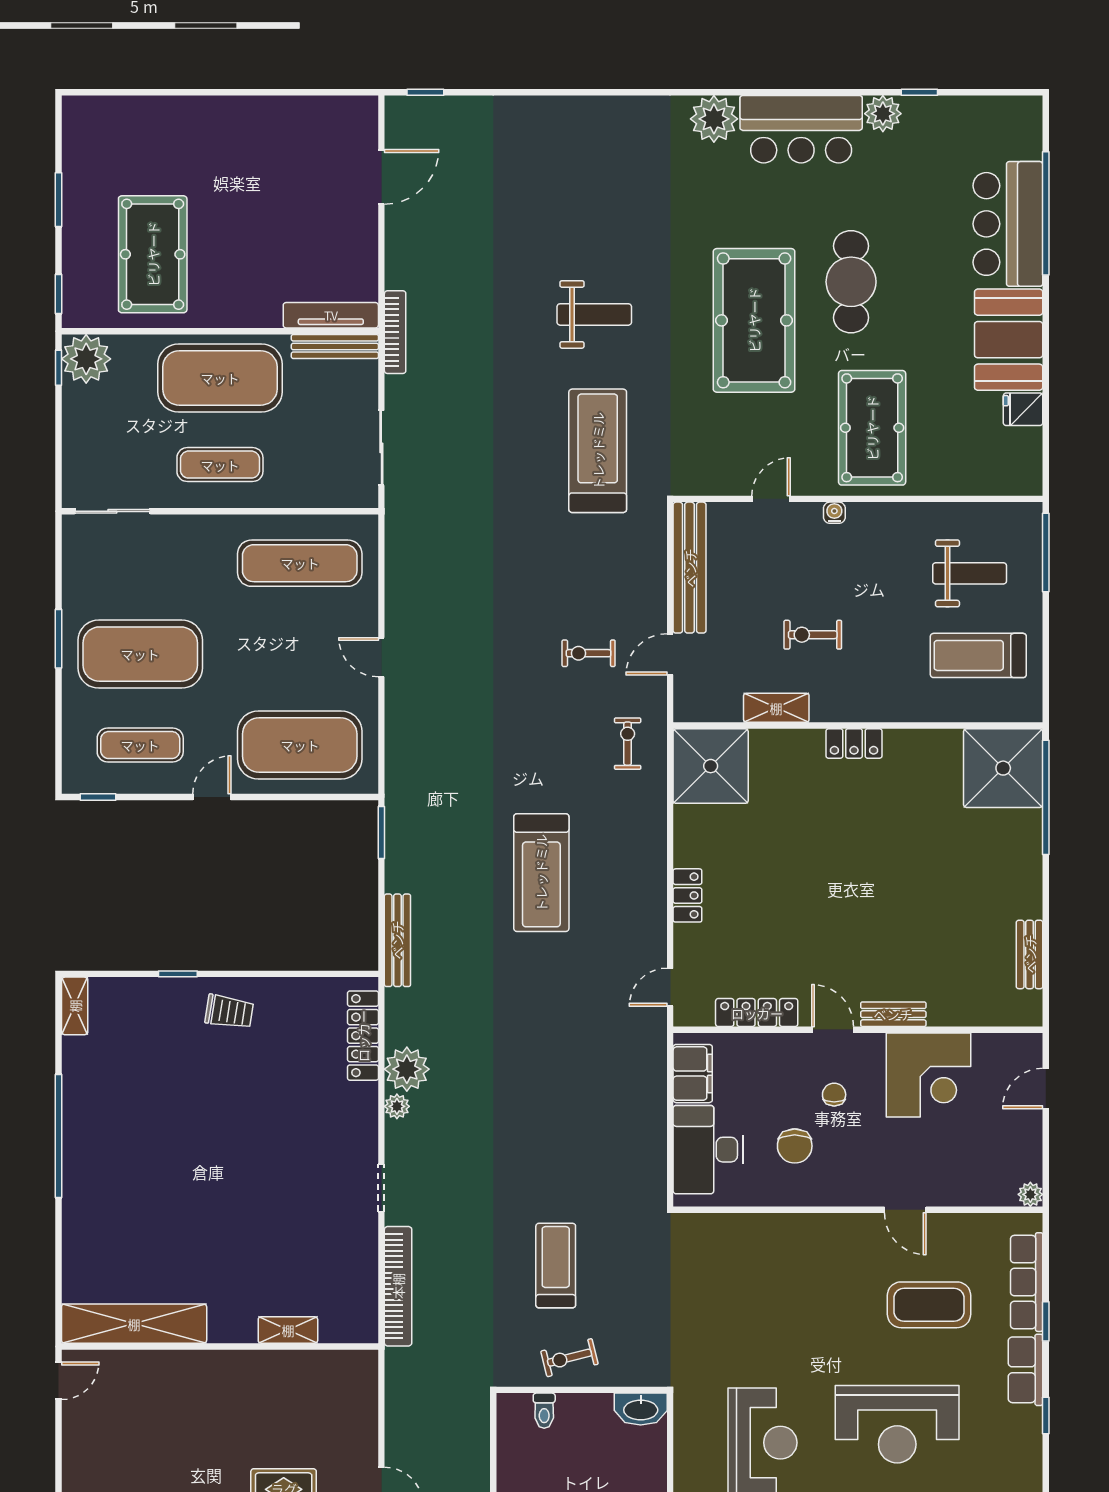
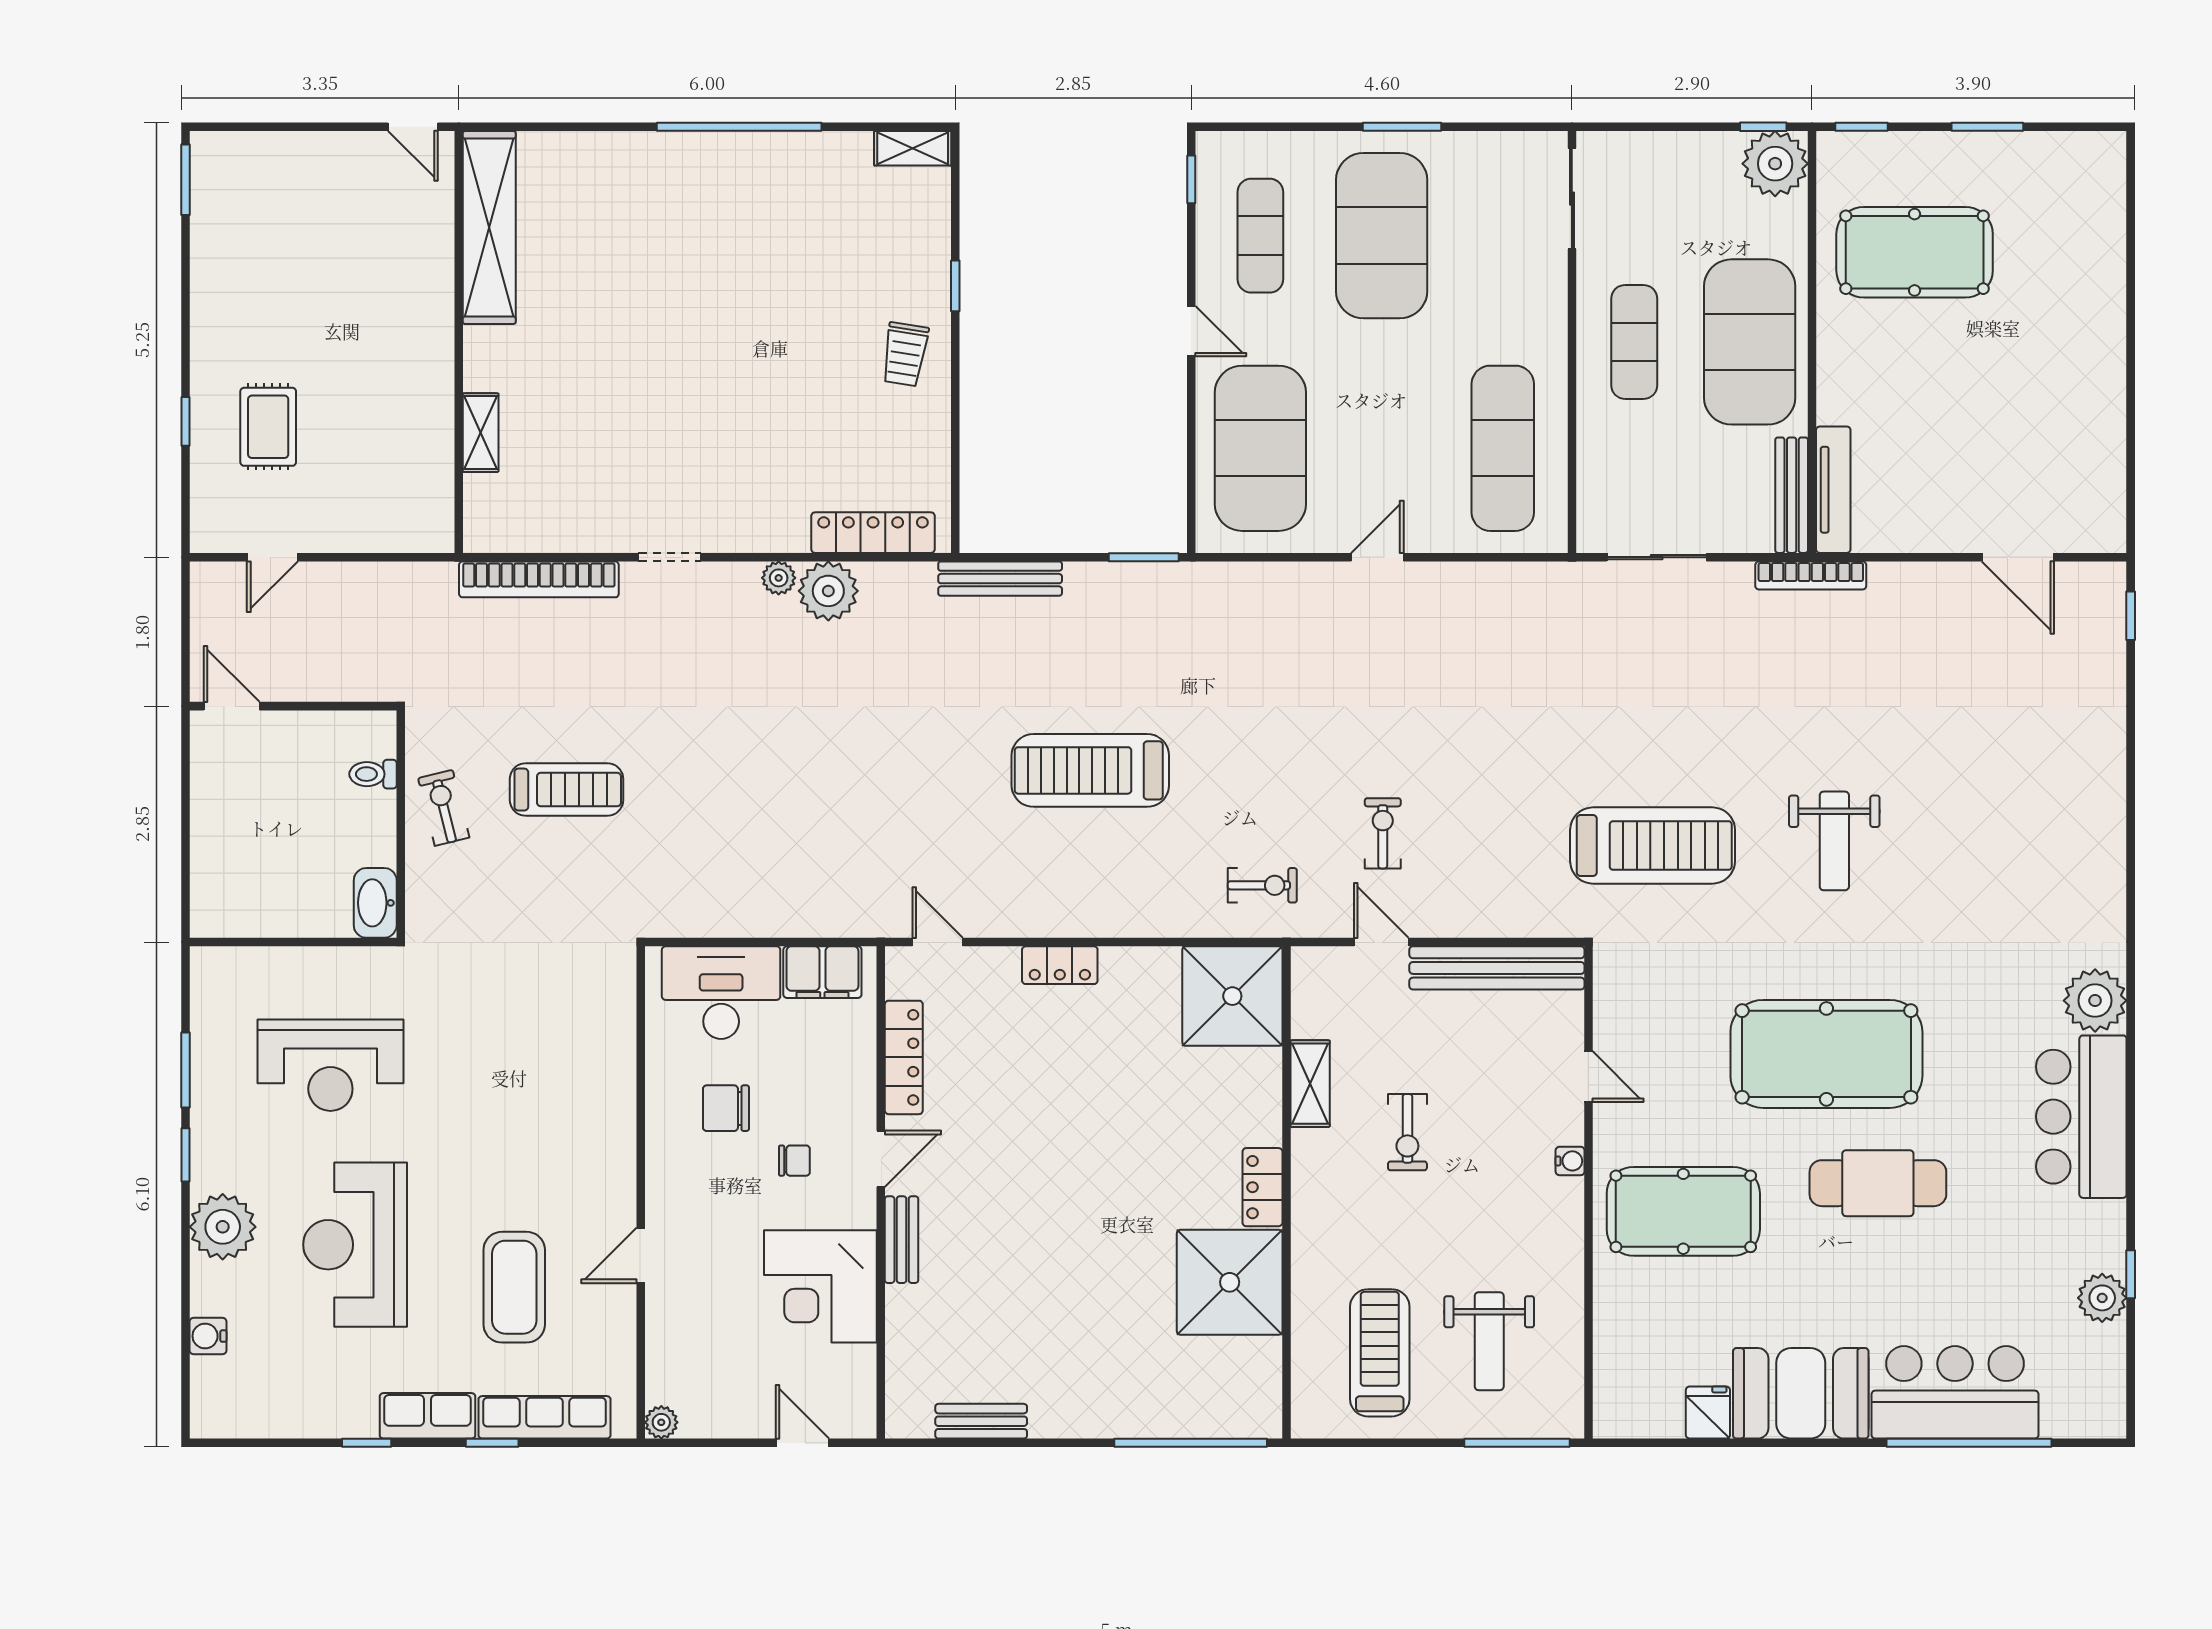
plant: (883, 114) -> (2102, 1298), moved
exercise bike: (813, 635) -> (1407, 1132), turned 180
shower: (1003, 768) -> (1230, 1282), moved

